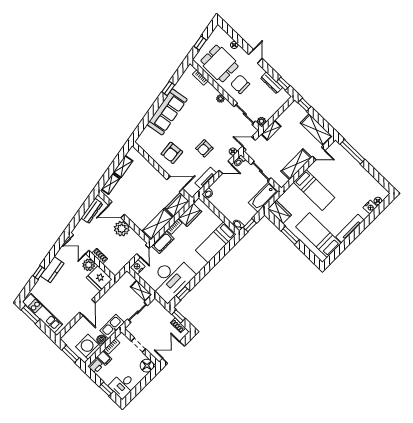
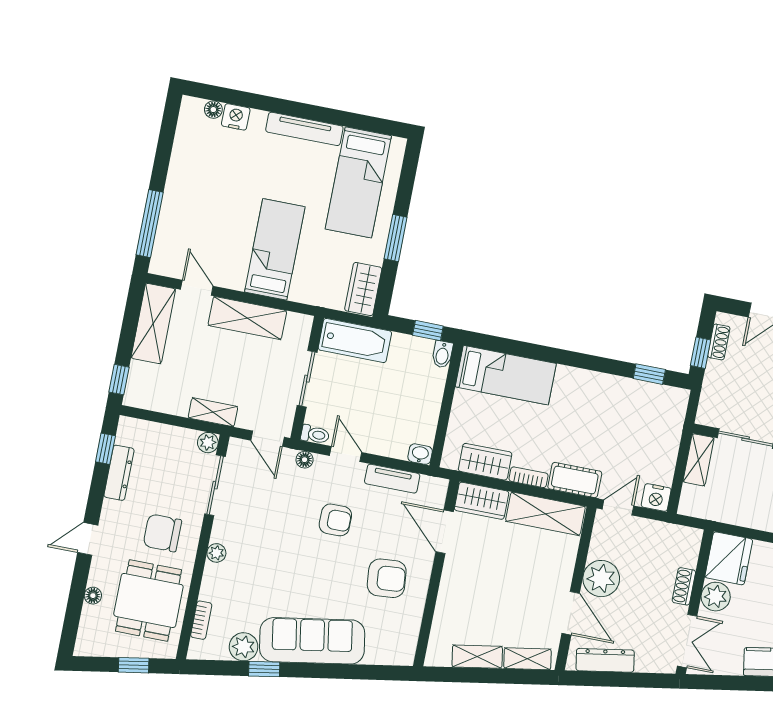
chair: (240, 84) -> (162, 533), turned 90
plant: (181, 86) -> (244, 647), added
desk: (171, 279) -> (635, 416), removed

